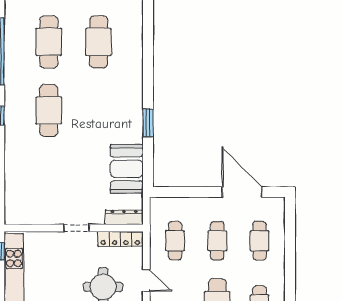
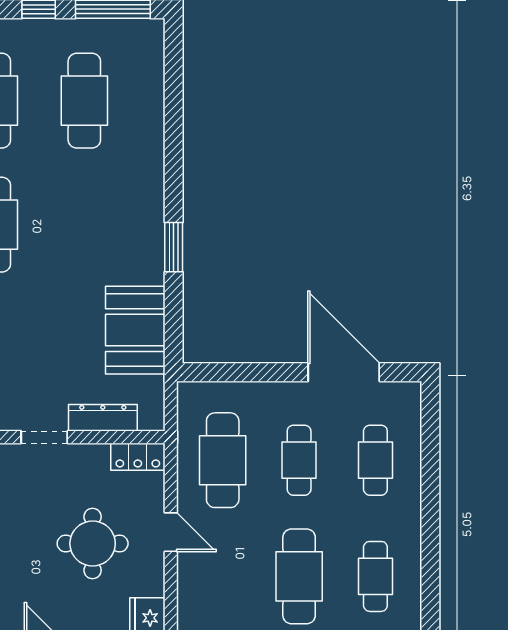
dresser: (124, 217) -> (103, 418), moved
locker: (120, 239) -> (138, 457), width x0.66
cafe table: (175, 241) -> (223, 460), width x1.37, depth x1.35

